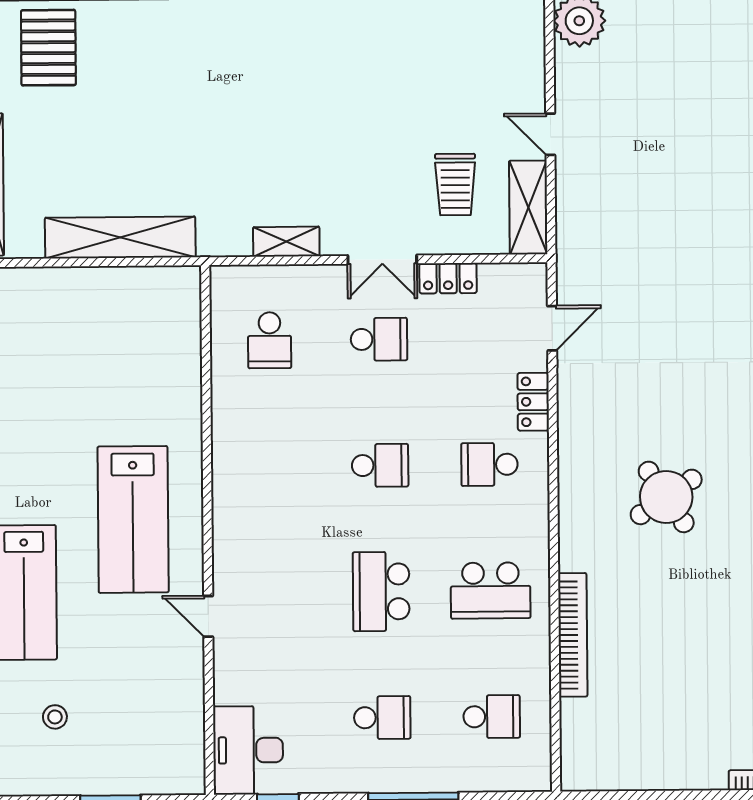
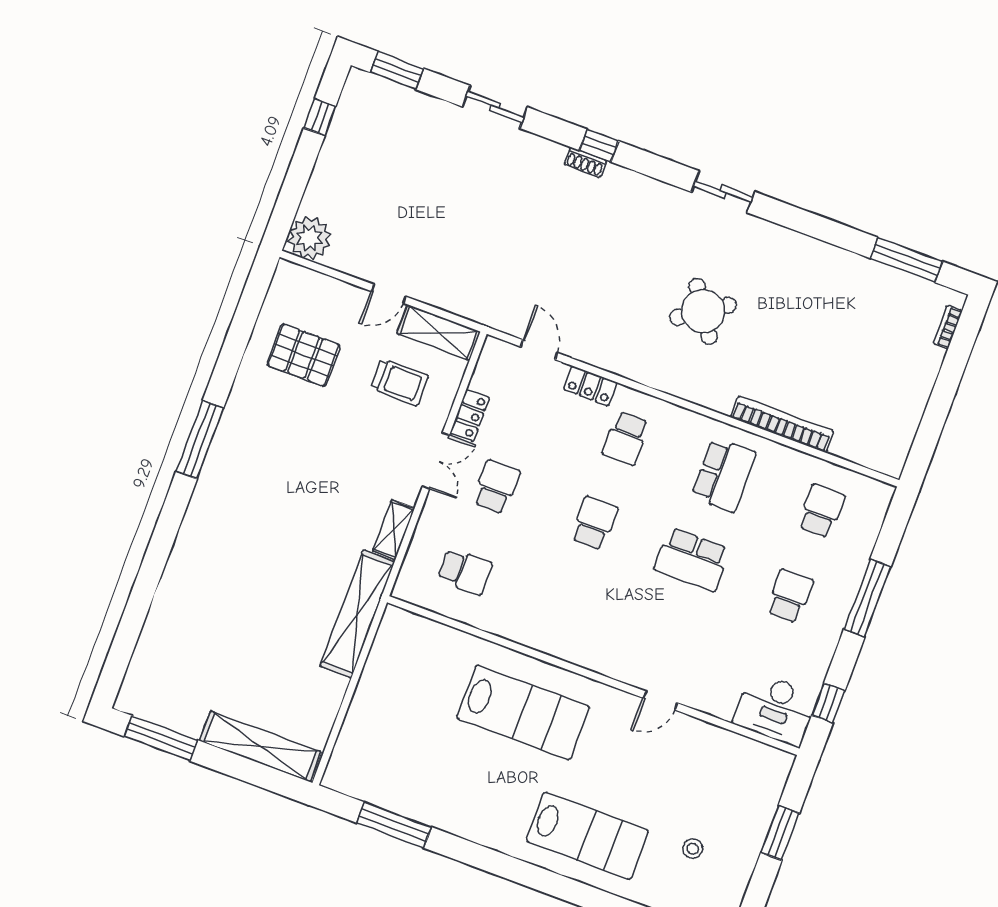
pallet: (48, 48) -> (303, 355), moved
shelving: (120, 237) -> (357, 614), moved
lab bench: (133, 519) -> (523, 712), moved

